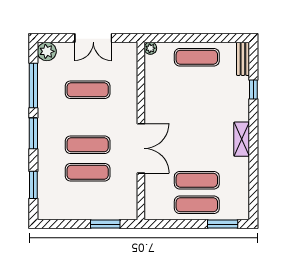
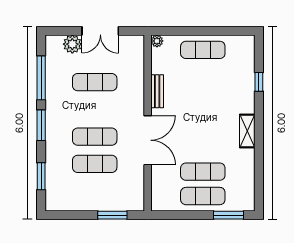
plant: (47, 51) -> (72, 44), moved
bench: (243, 59) -> (157, 91), moved

